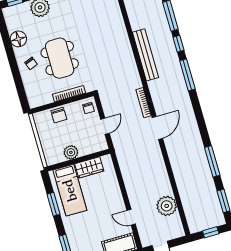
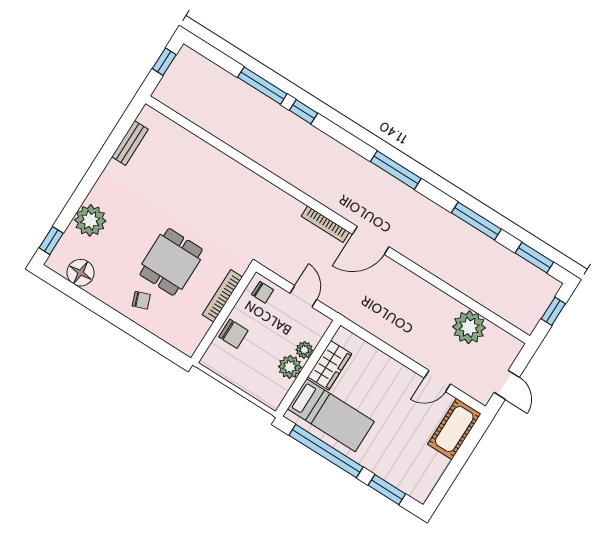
floor lamp: (18, 39) -> (81, 273), moved
bench: (146, 55) -> (275, 162), removed
dining table: (60, 58) -> (171, 262), width x0.73
window: (187, 75) -> (396, 170), moved
door: (157, 128) -> (371, 240), swing flipped
plant: (84, 150) -> (304, 350), added
window: (54, 204) -> (326, 451), width x2.11

